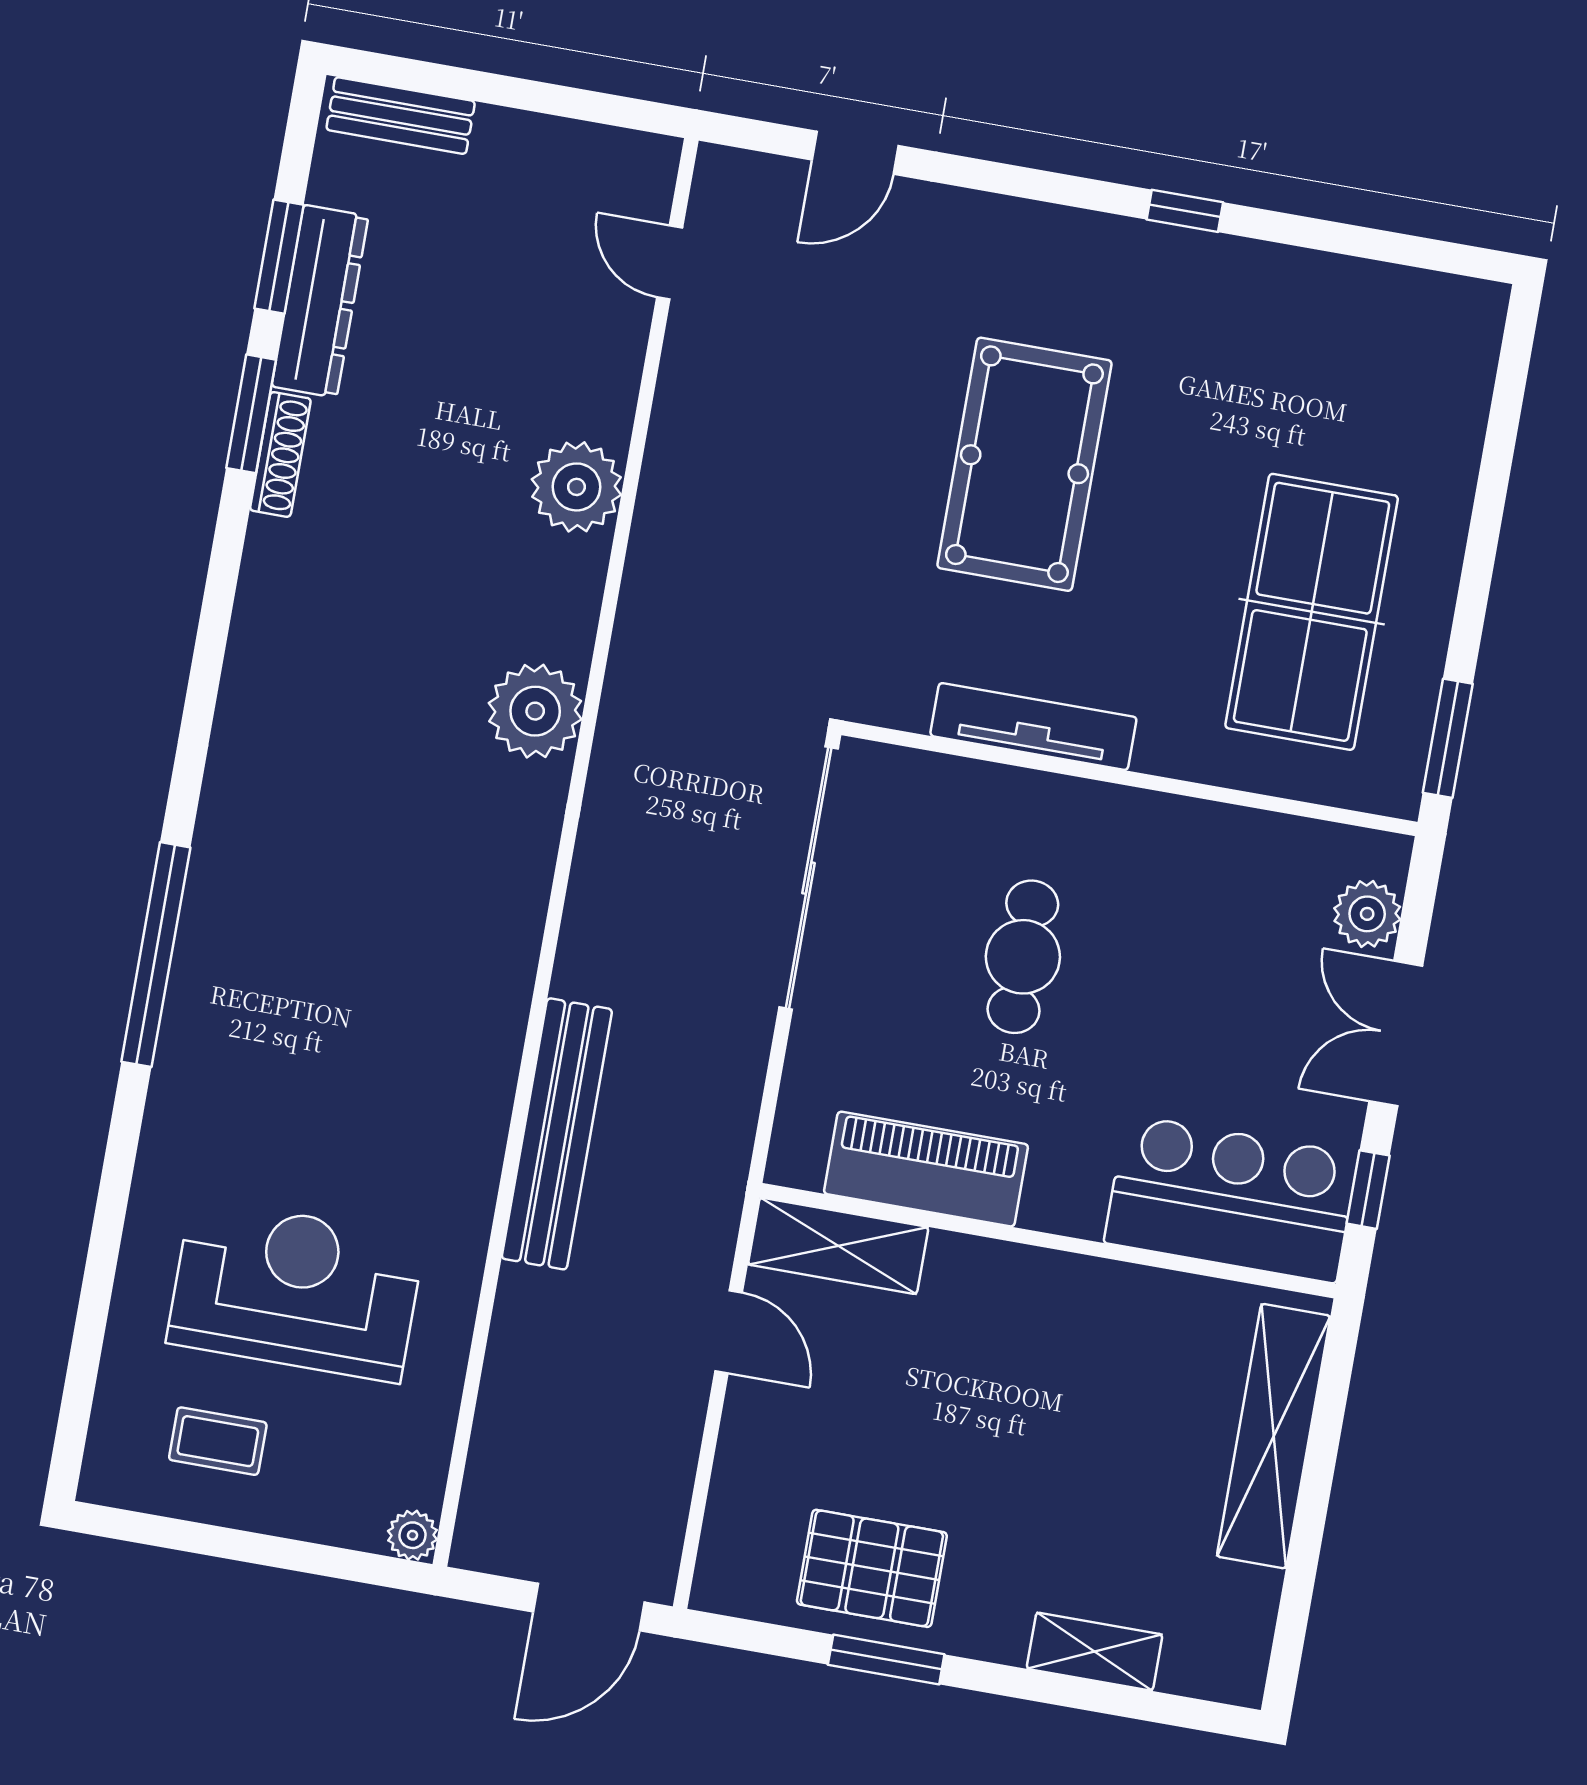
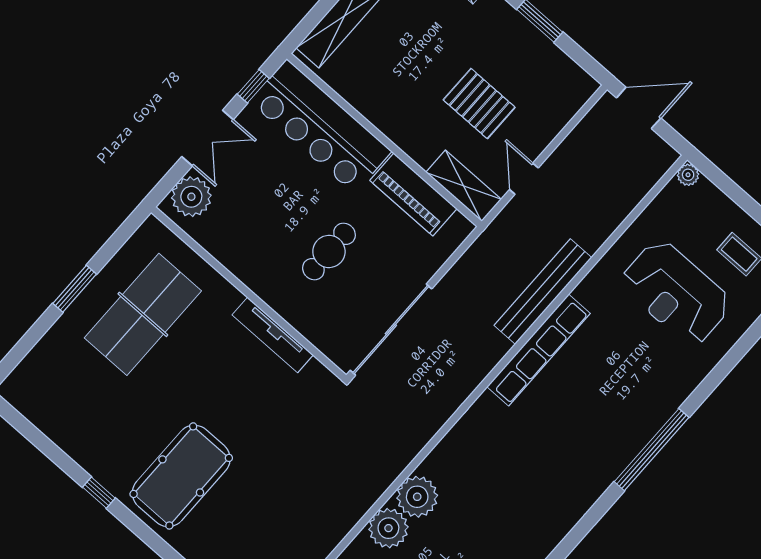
pool table: (1024, 464) -> (181, 476), moved
plant: (535, 711) -> (417, 497), moved
window: (1448, 738) -> (75, 289), moved
plant: (1367, 914) -> (191, 197), width x1.36, depth x1.36
row of seats: (496, 1014) -> (539, 350), added
bar counter: (1231, 1199) -> (320, 126), width x1.36
pallet: (872, 1568) -> (479, 104), moved

